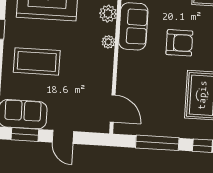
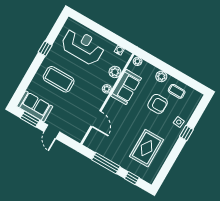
armchair: (179, 43) -> (158, 104), moved
door: (113, 109) -> (96, 119), moved

